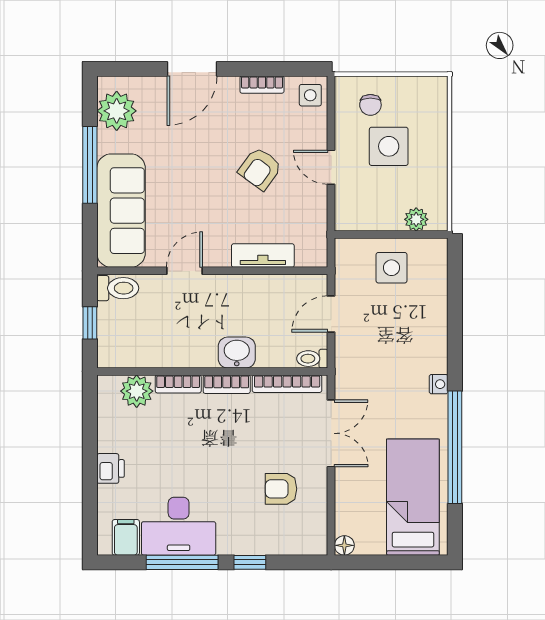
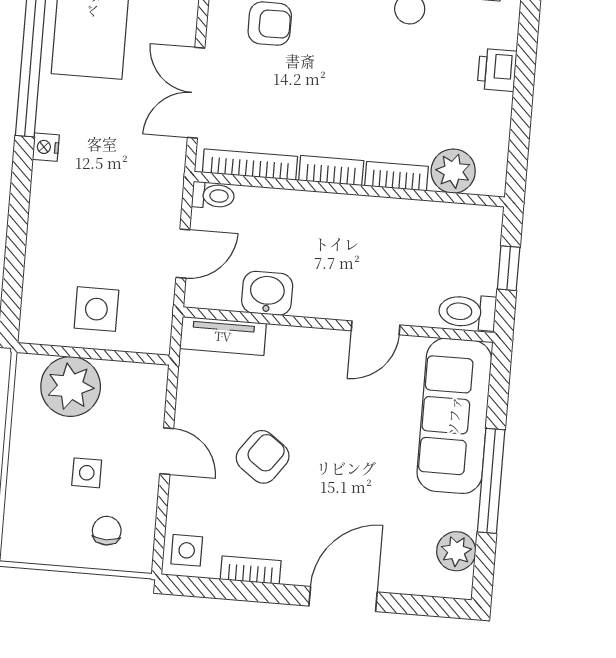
plant: (117, 111) -> (456, 551), width x0.73, depth x0.73
side table: (389, 146) -> (87, 473), width x0.54, depth x0.54
plant: (416, 219) -> (71, 387), width x1.88, depth x1.88
tv unit: (263, 256) -> (223, 336), moved
washbasin: (237, 353) -> (267, 293), moved, turned 180

